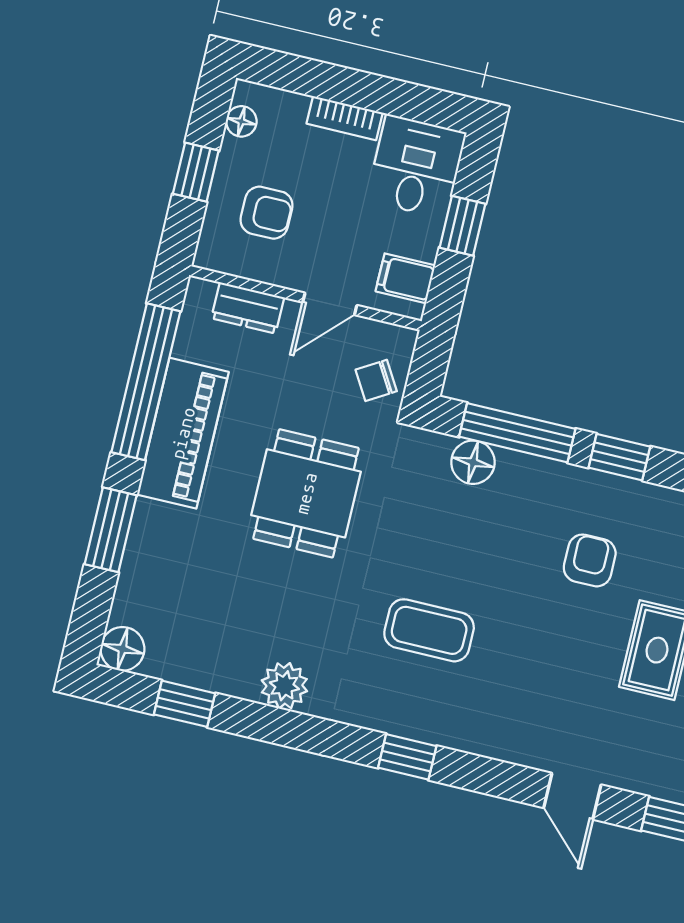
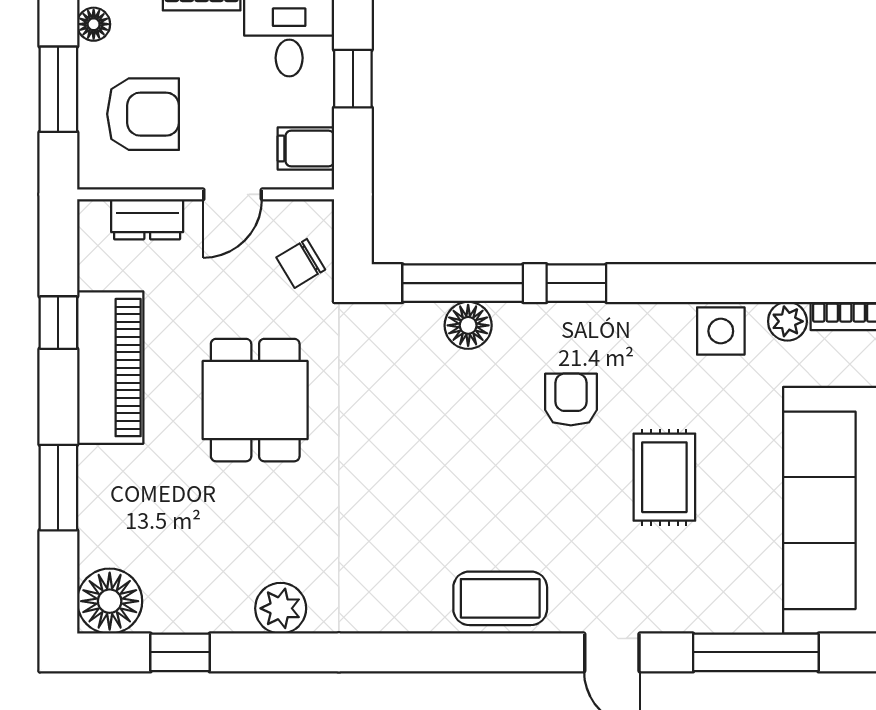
window: (196, 172) -> (58, 89), width x1.50
armchair: (267, 213) -> (143, 114), width x1.38, depth x1.38
window: (146, 382) -> (58, 323), width x0.32
floor lamp: (473, 462) -> (468, 325), moved
coffee table: (429, 630) -> (500, 598), moved
floor lamp: (122, 649) -> (110, 601), width x1.38, depth x1.38
window: (407, 757) -> (428, 652), removed

